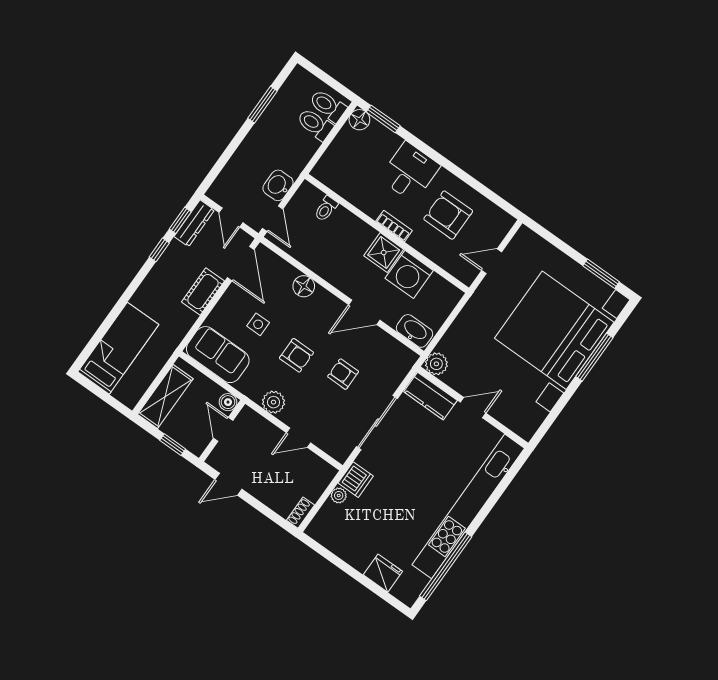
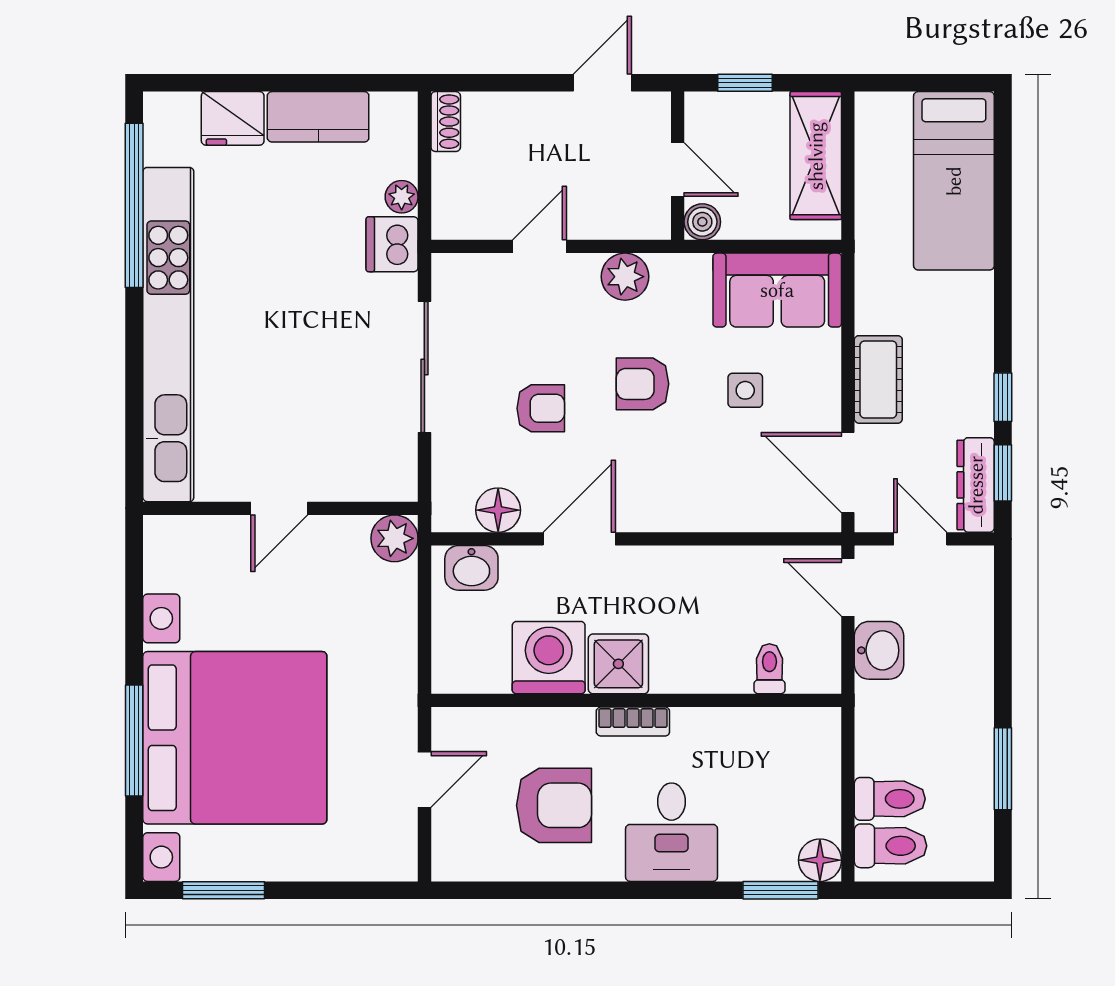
floor lamp: (304, 286) -> (498, 510), moved
washbasin: (415, 331) -> (471, 568), width x0.72
kitchen counter: (430, 396) -> (318, 117), moved, turned 180

